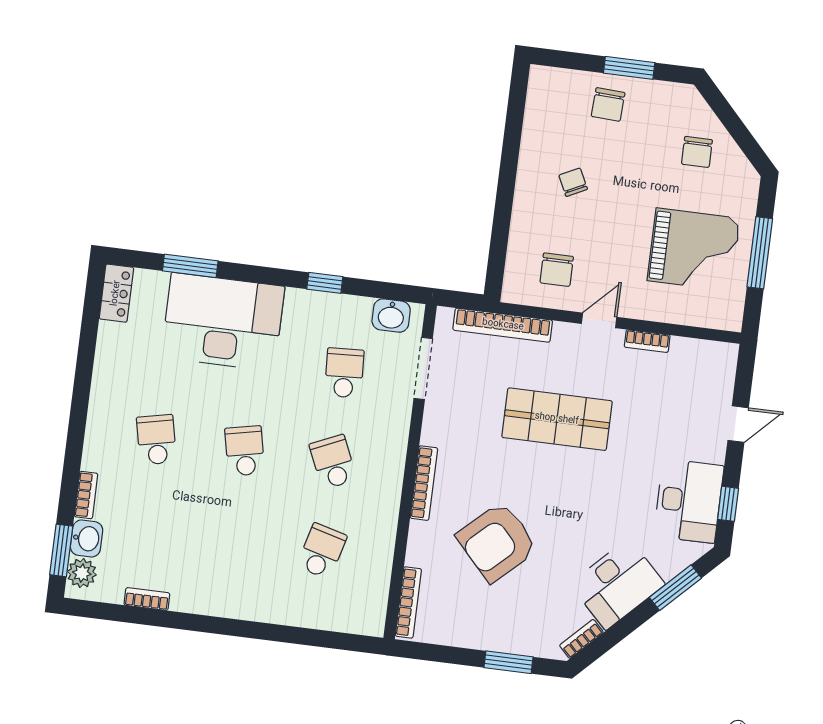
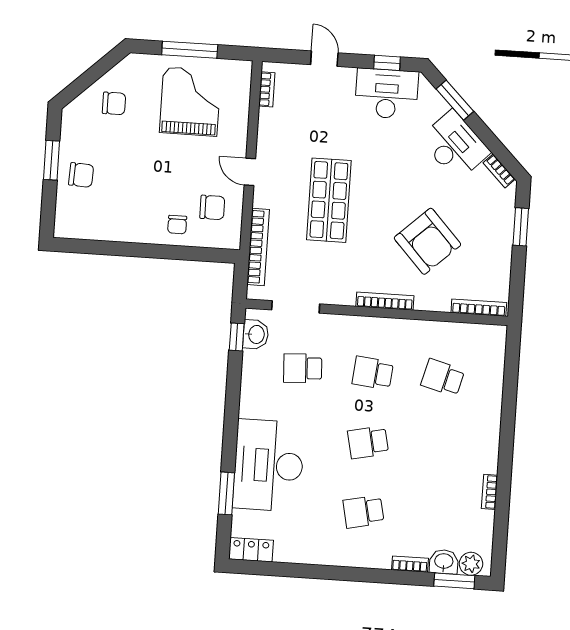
chair: (573, 182) -> (177, 225), moved, turned -64
window: (325, 283) -> (237, 337), moved
bookcase: (647, 341) -> (267, 89), moved
school desk: (333, 462) -> (373, 373), turned 30
bookcase: (147, 599) -> (490, 492), moved

